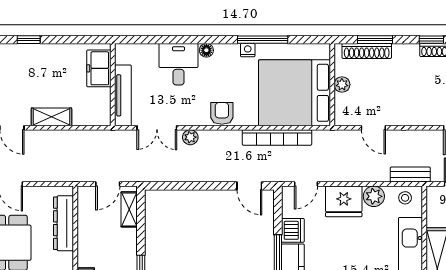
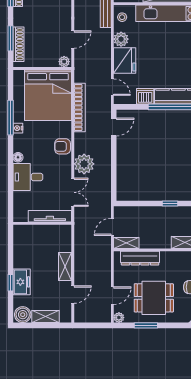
freezer: (99, 68) -> (22, 282), moved, turned -90
plant: (342, 84) -> (64, 62), moved
plant: (190, 137) -> (84, 164), width x1.88, depth x1.88
door: (108, 184) -> (112, 227), swing flipped
shelving: (129, 209) -> (126, 243), moved

